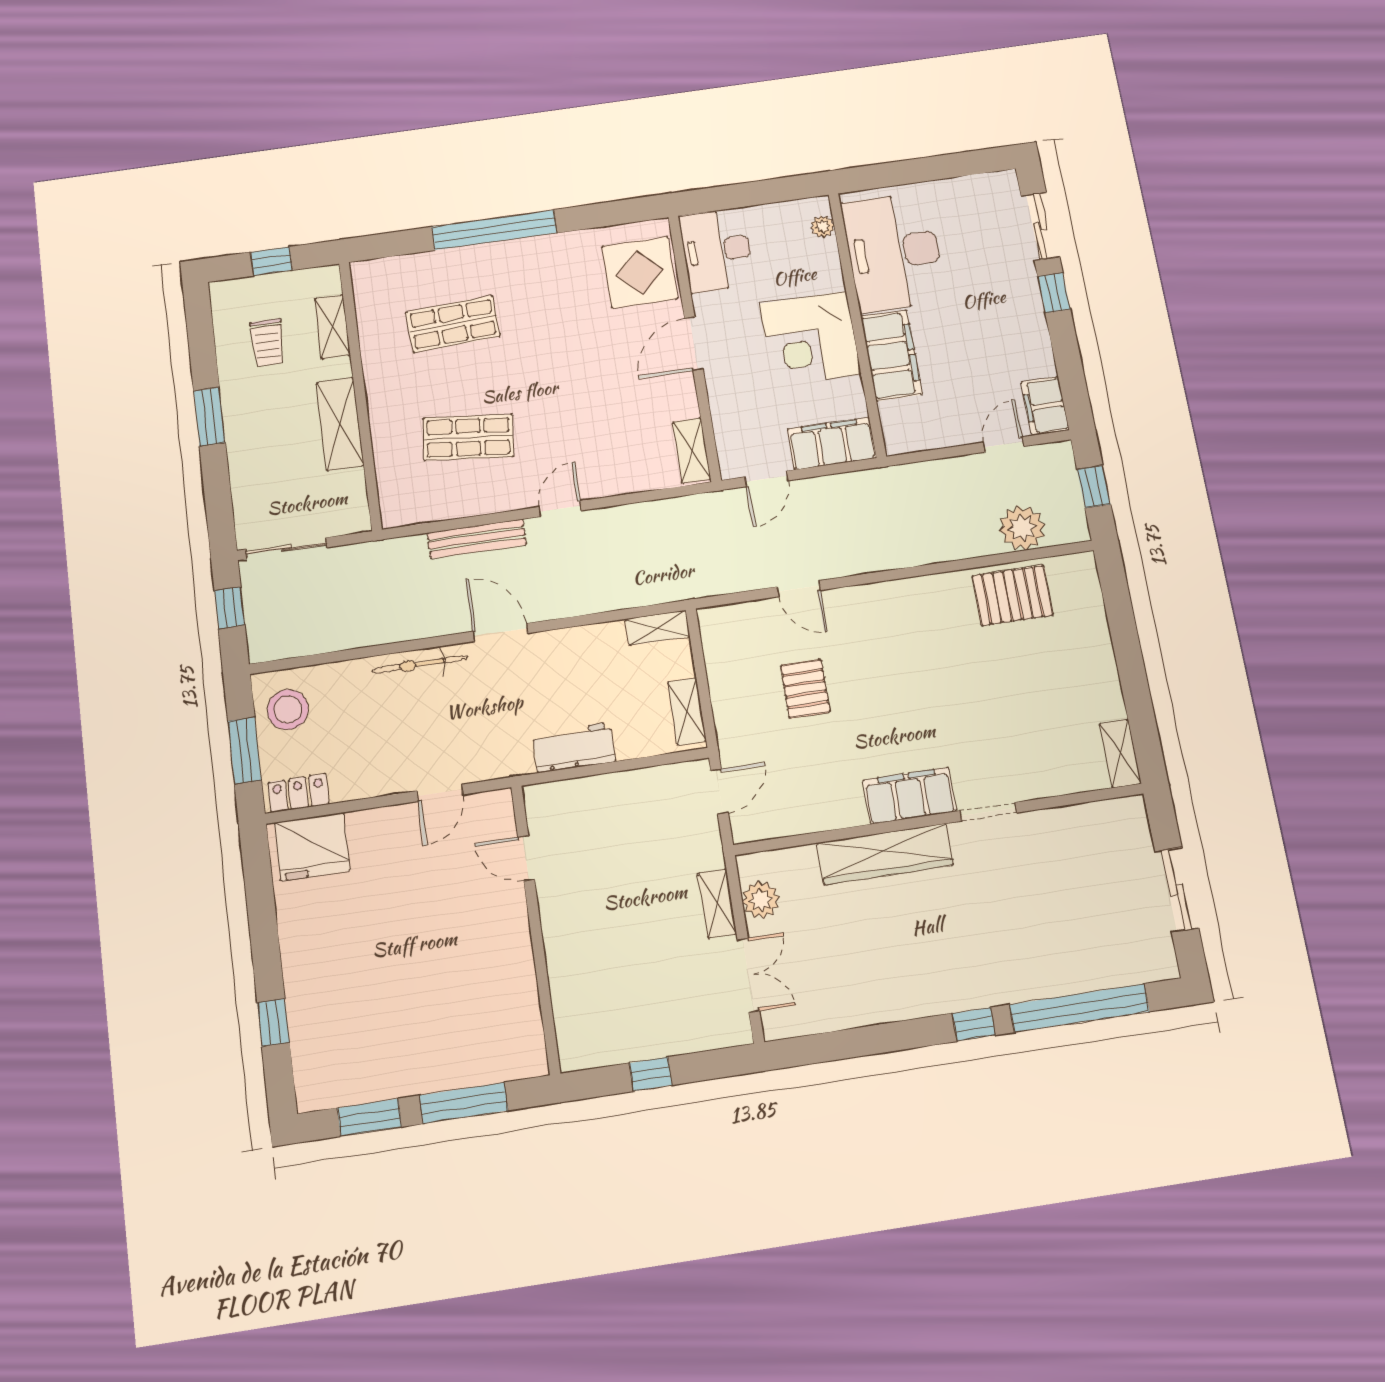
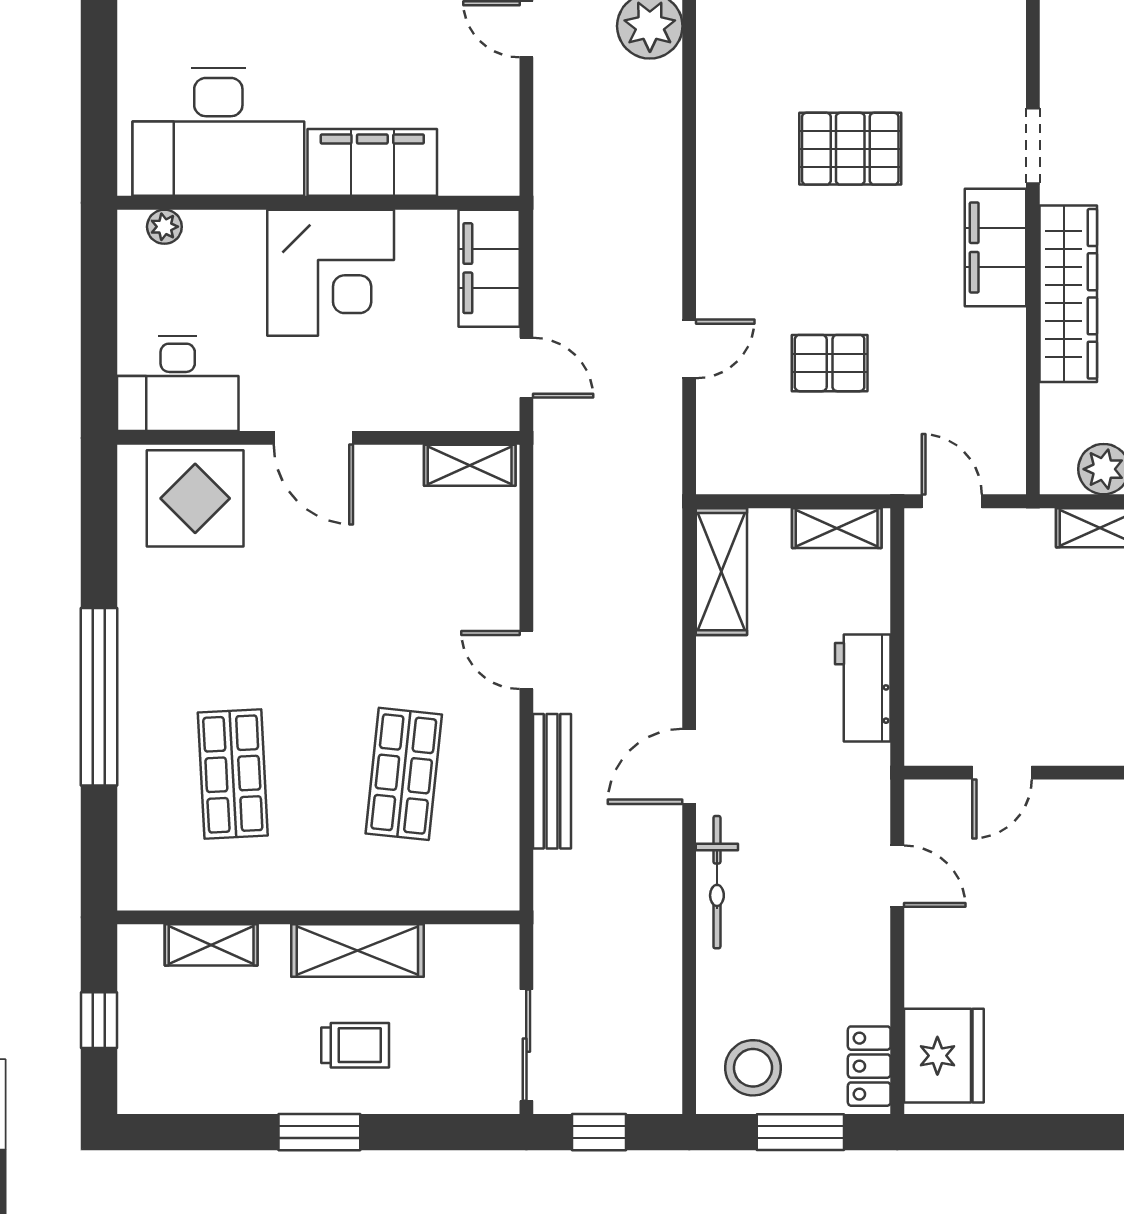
trolley: (267, 343) -> (355, 1045), moved
pallet: (1013, 595) -> (850, 149), moved, turned 90
shelving: (658, 628) -> (721, 572), width x1.50, depth x1.33

